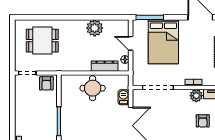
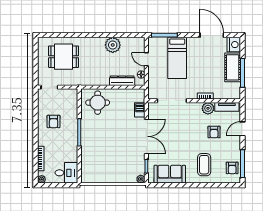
bed: (163, 42) -> (177, 58), width x0.67
armchair: (46, 83) -> (54, 121), moved
round table: (93, 88) -> (98, 103), moved

